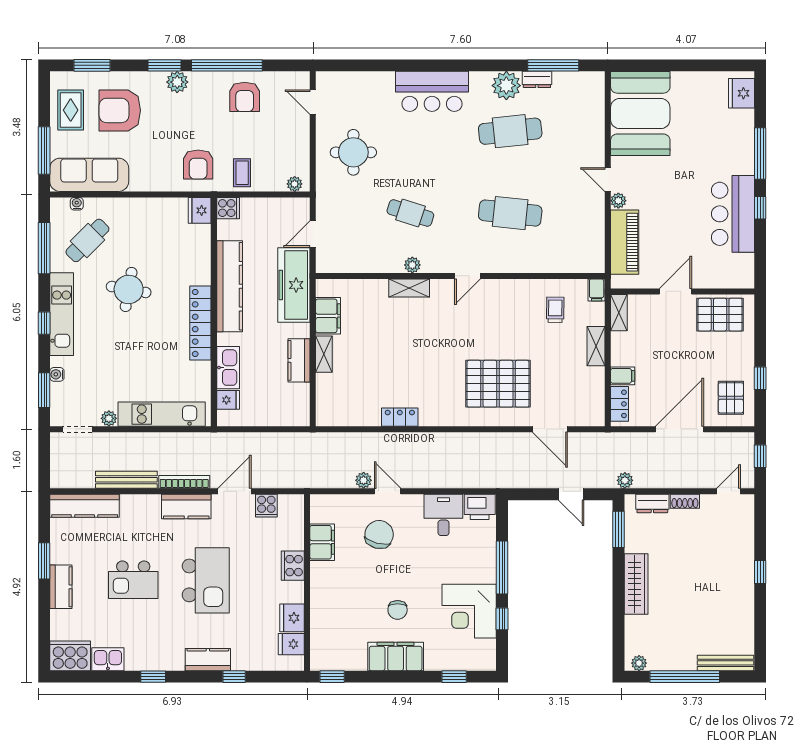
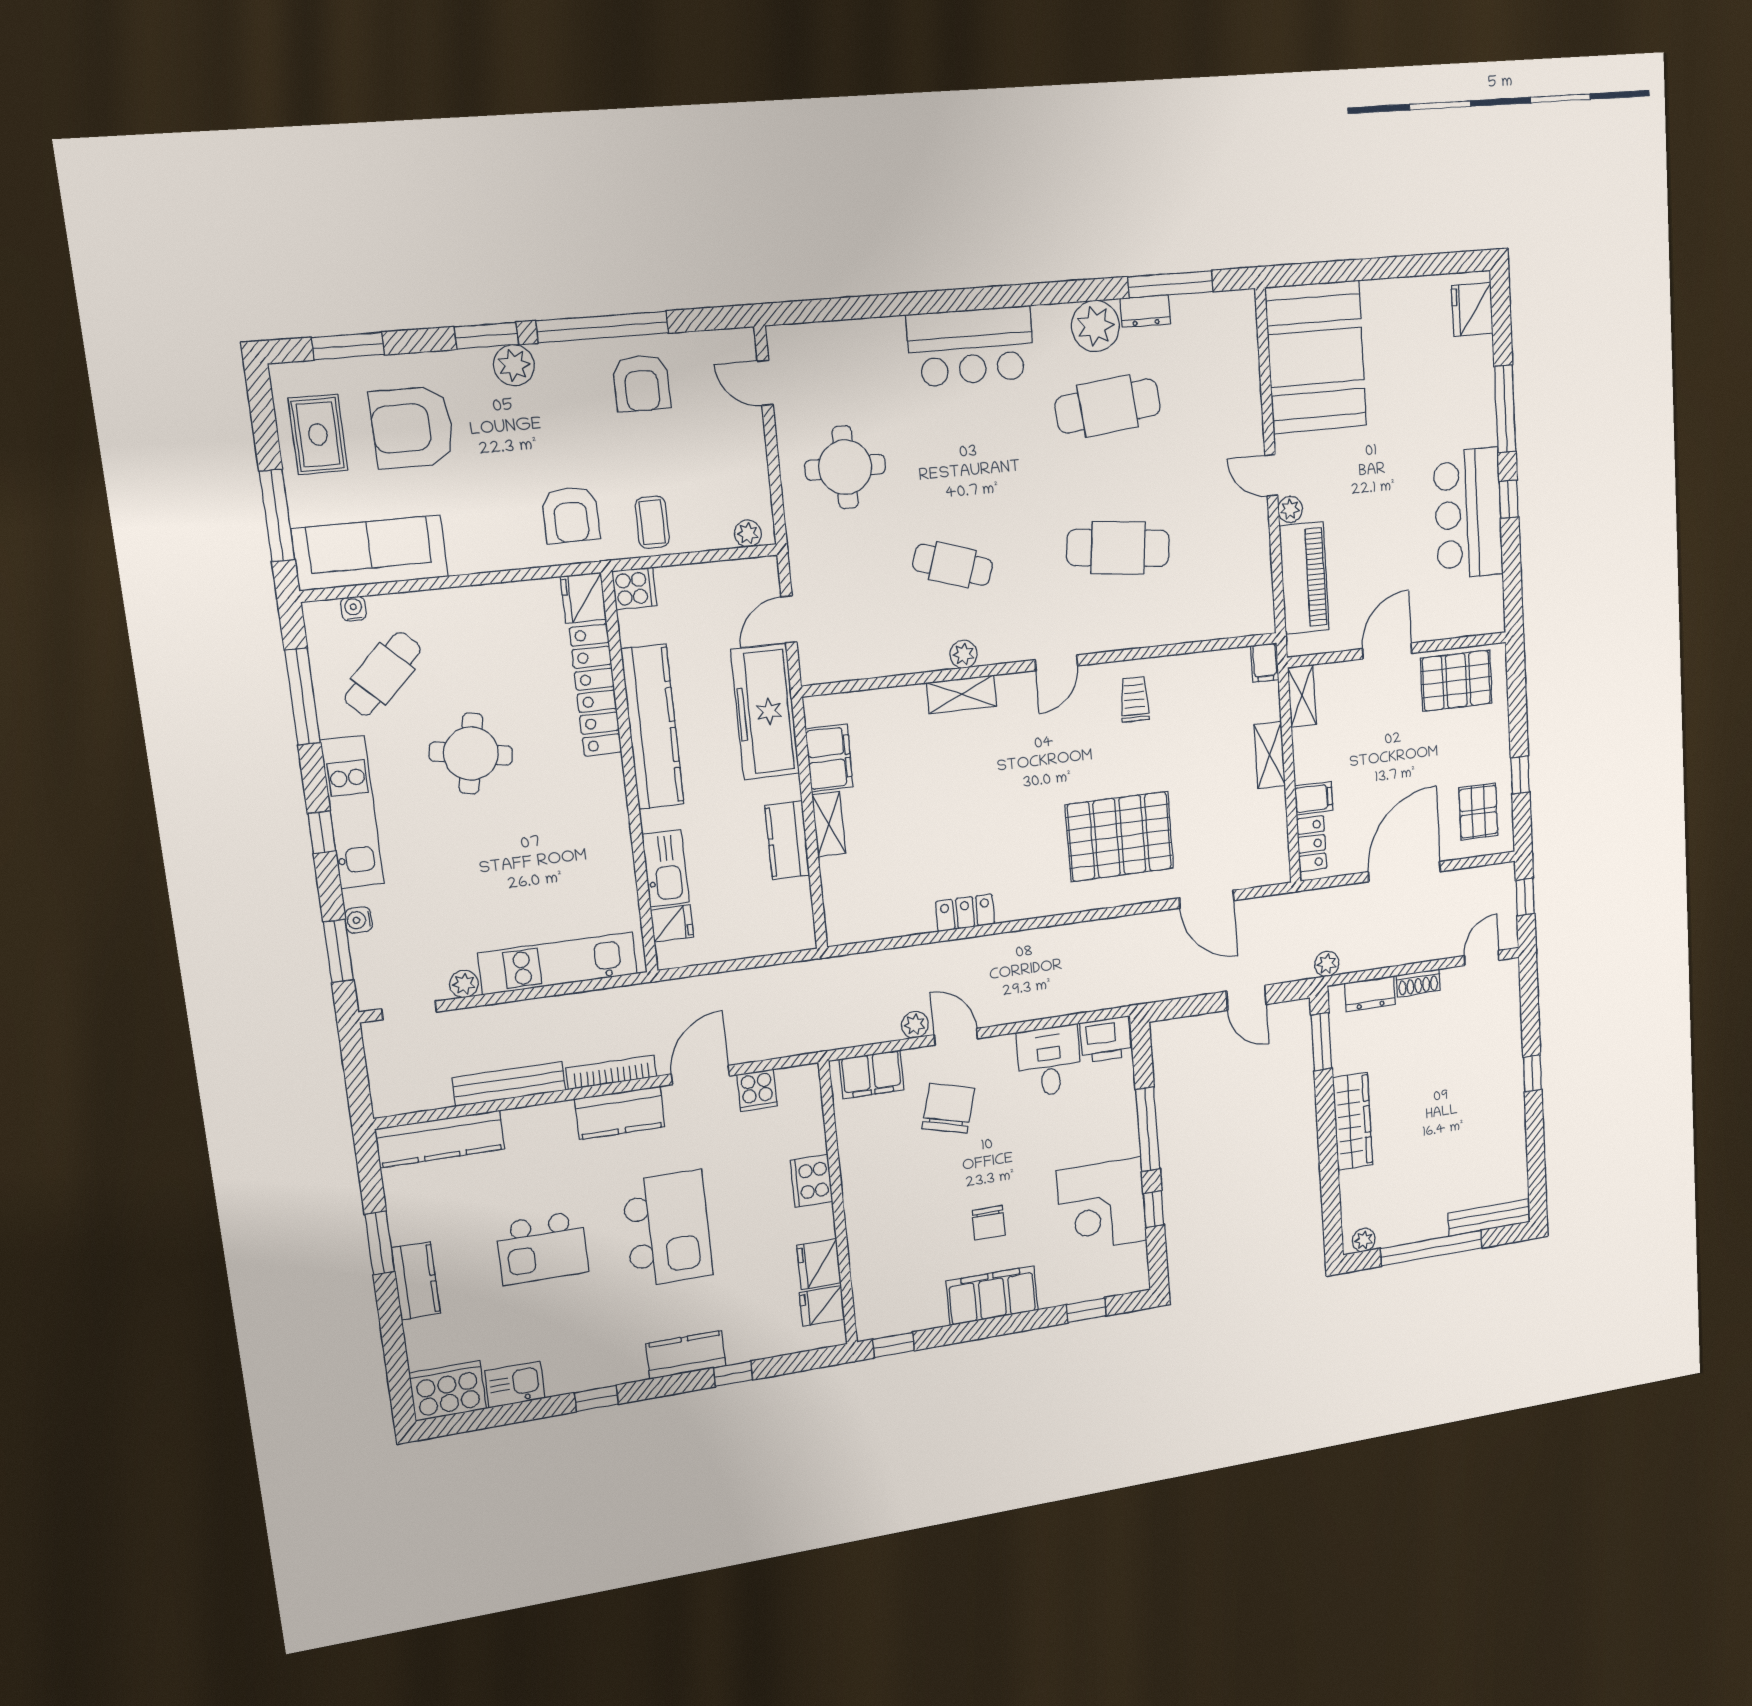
trolley: (555, 310) -> (1134, 699), moved
locker: (200, 323) -> (596, 690), moved
filing cabinet: (322, 542) -> (872, 1074), moved, turned 90

